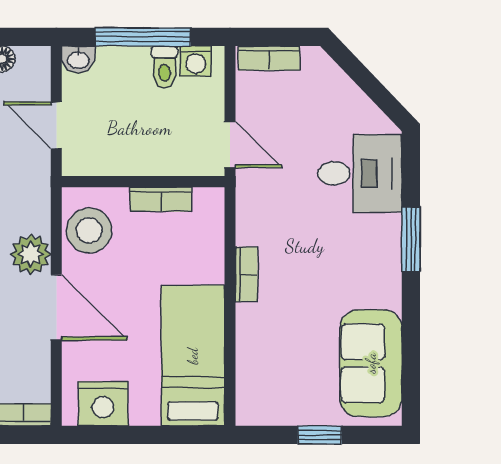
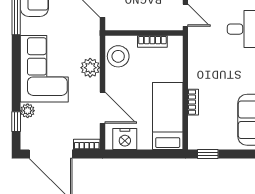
bookcase: (246, 274) -> (193, 102), moved
door: (56, 307) -> (102, 108), moved
window: (320, 435) -> (208, 154), moved

